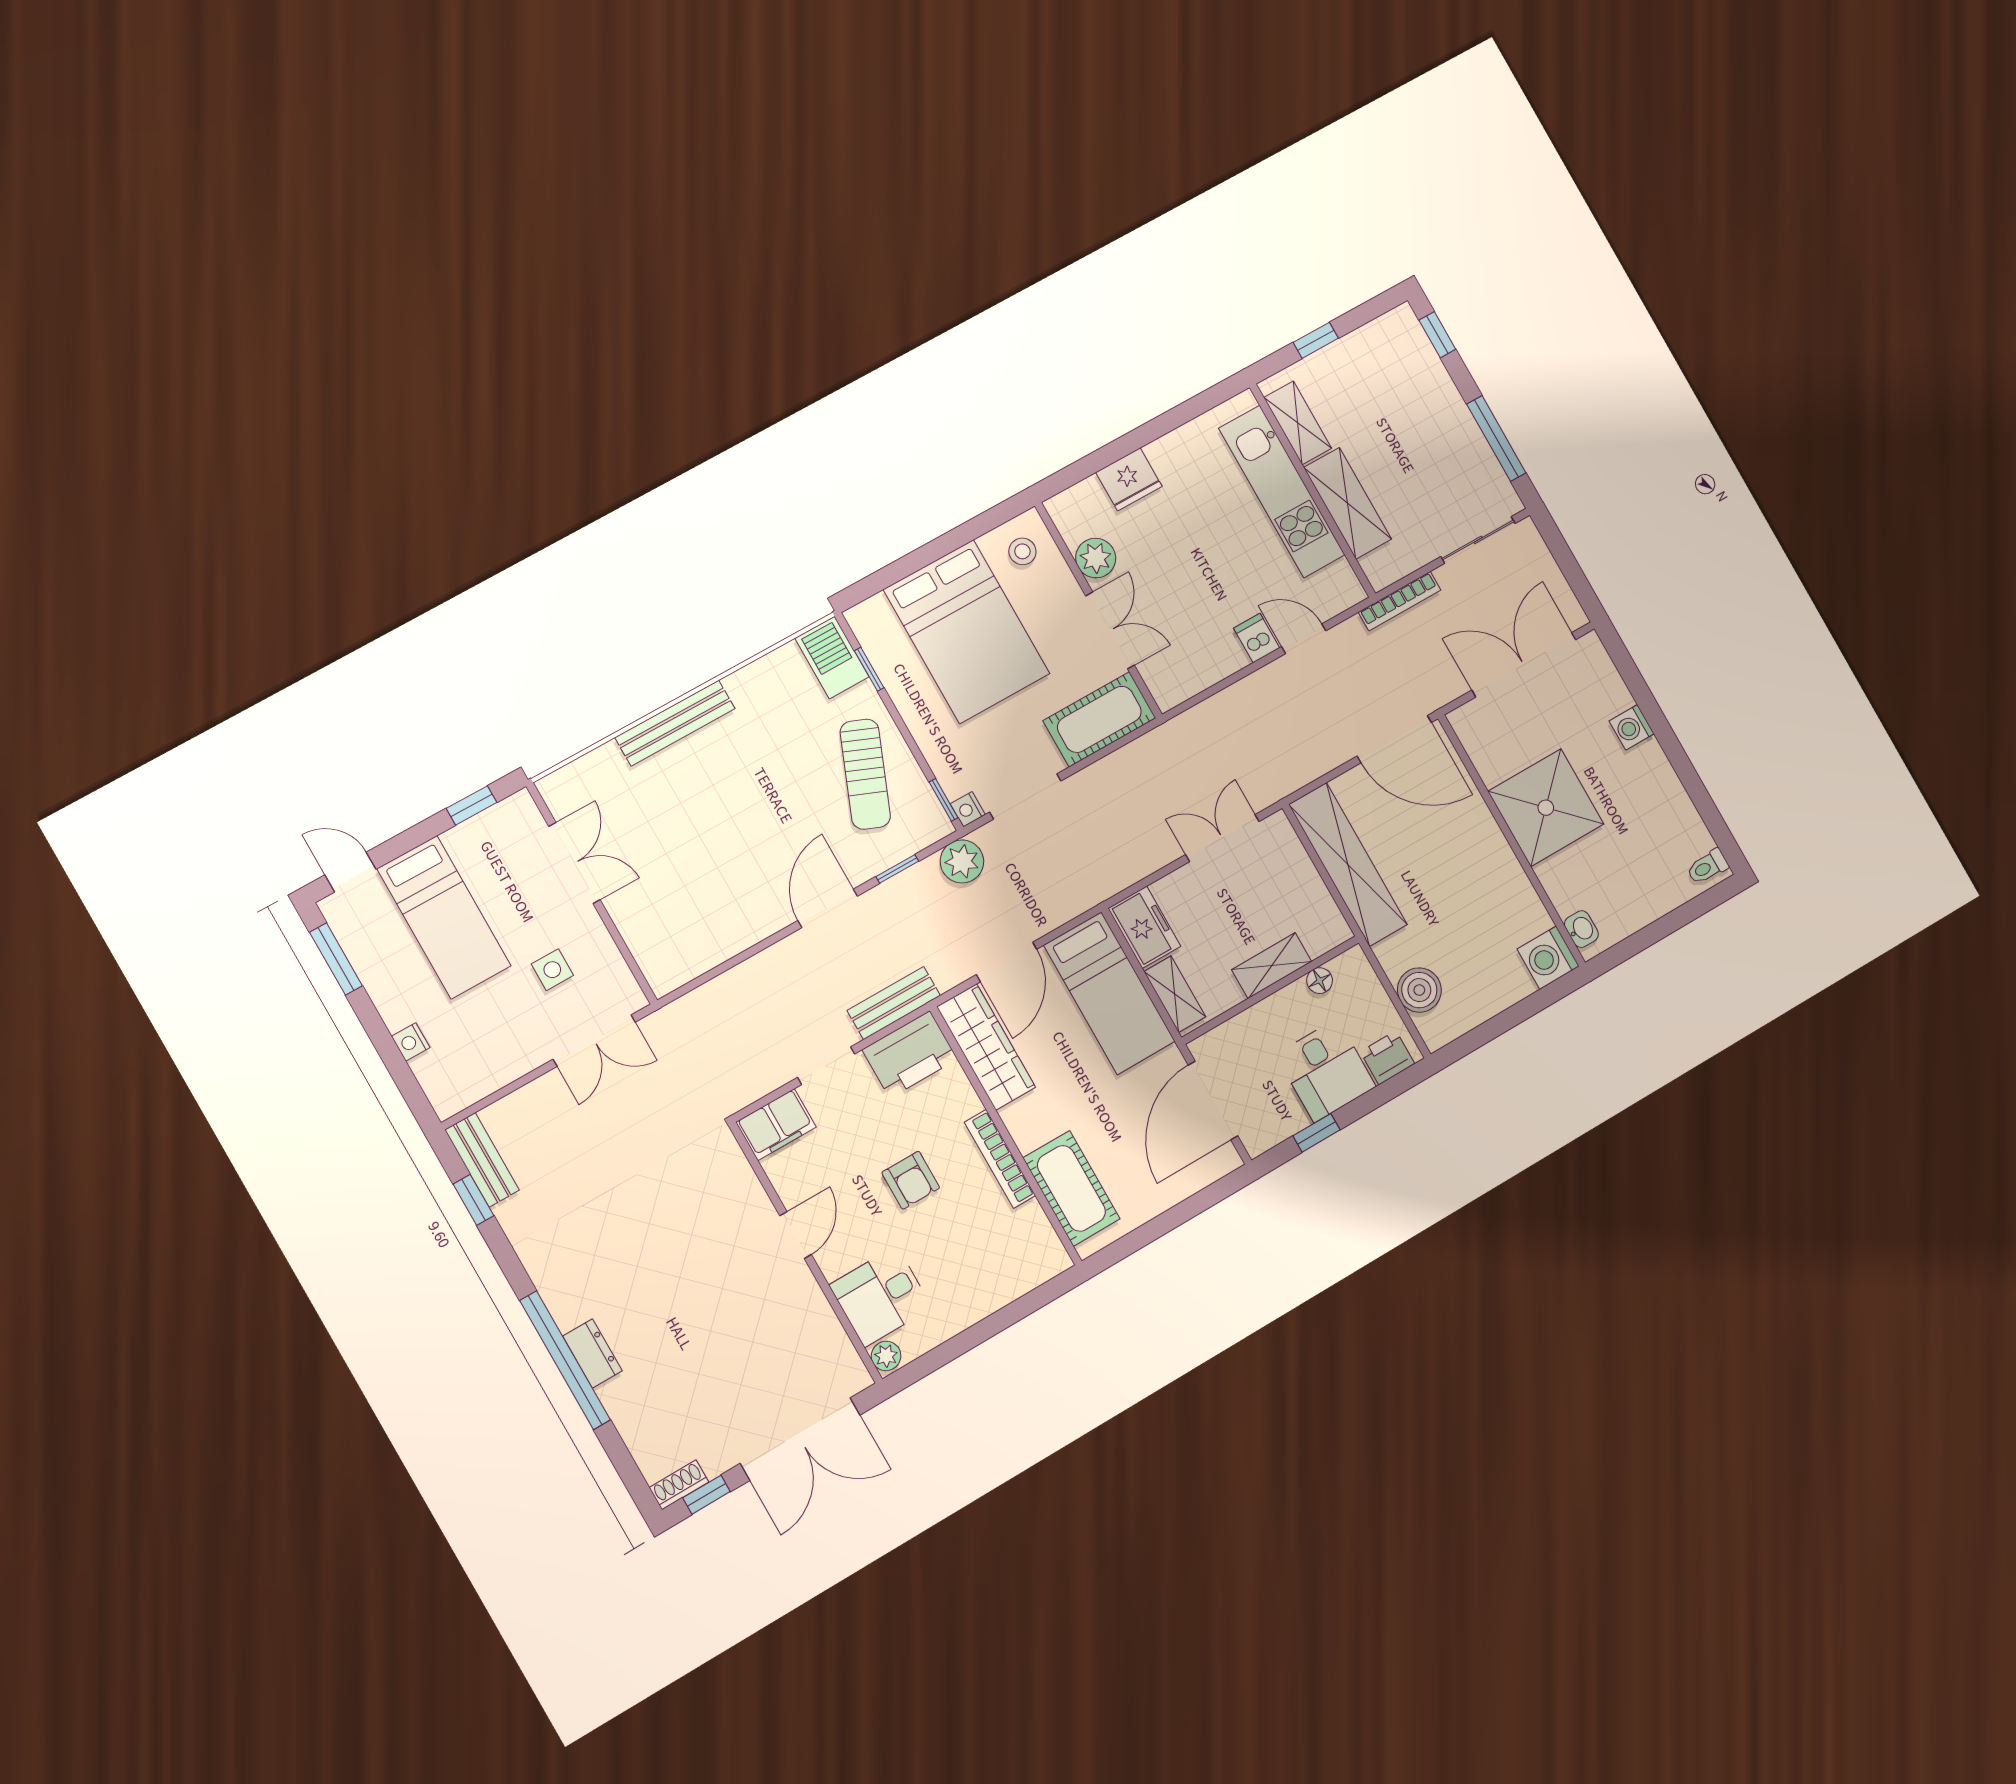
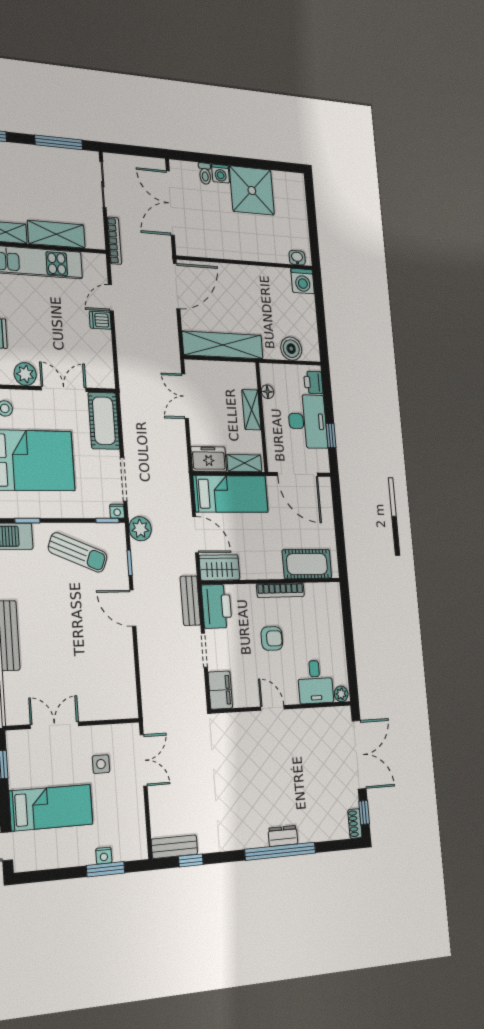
shower: (1546, 808) -> (252, 190), moved
toilet: (1708, 867) -> (205, 174), moved
window: (336, 959) -> (106, 869), moved
wardrobe: (986, 1047) -> (219, 568), width x0.67
desk: (1326, 1071) -> (307, 421), width x1.37

